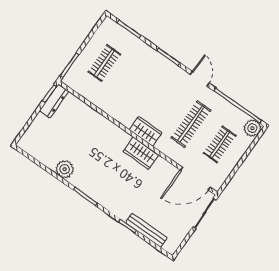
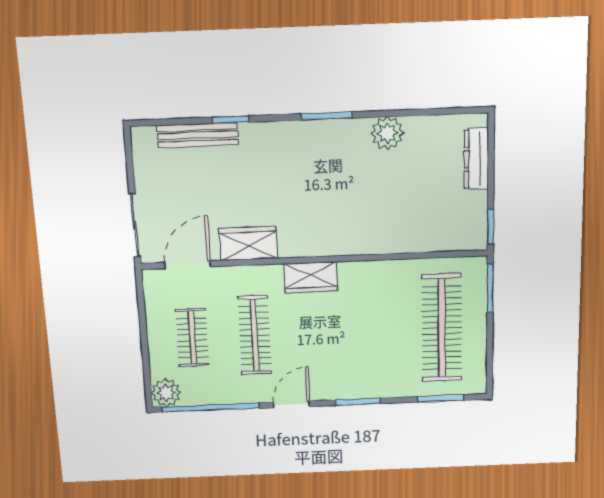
clothes rail: (104, 63) -> (442, 328), width x1.86, depth x1.31
door: (200, 79) -> (291, 404), swing flipped
dresser: (54, 101) -> (476, 159), moved
wardrobe: (141, 153) -> (248, 243), moved
door: (195, 179) -> (188, 265), width x0.73

